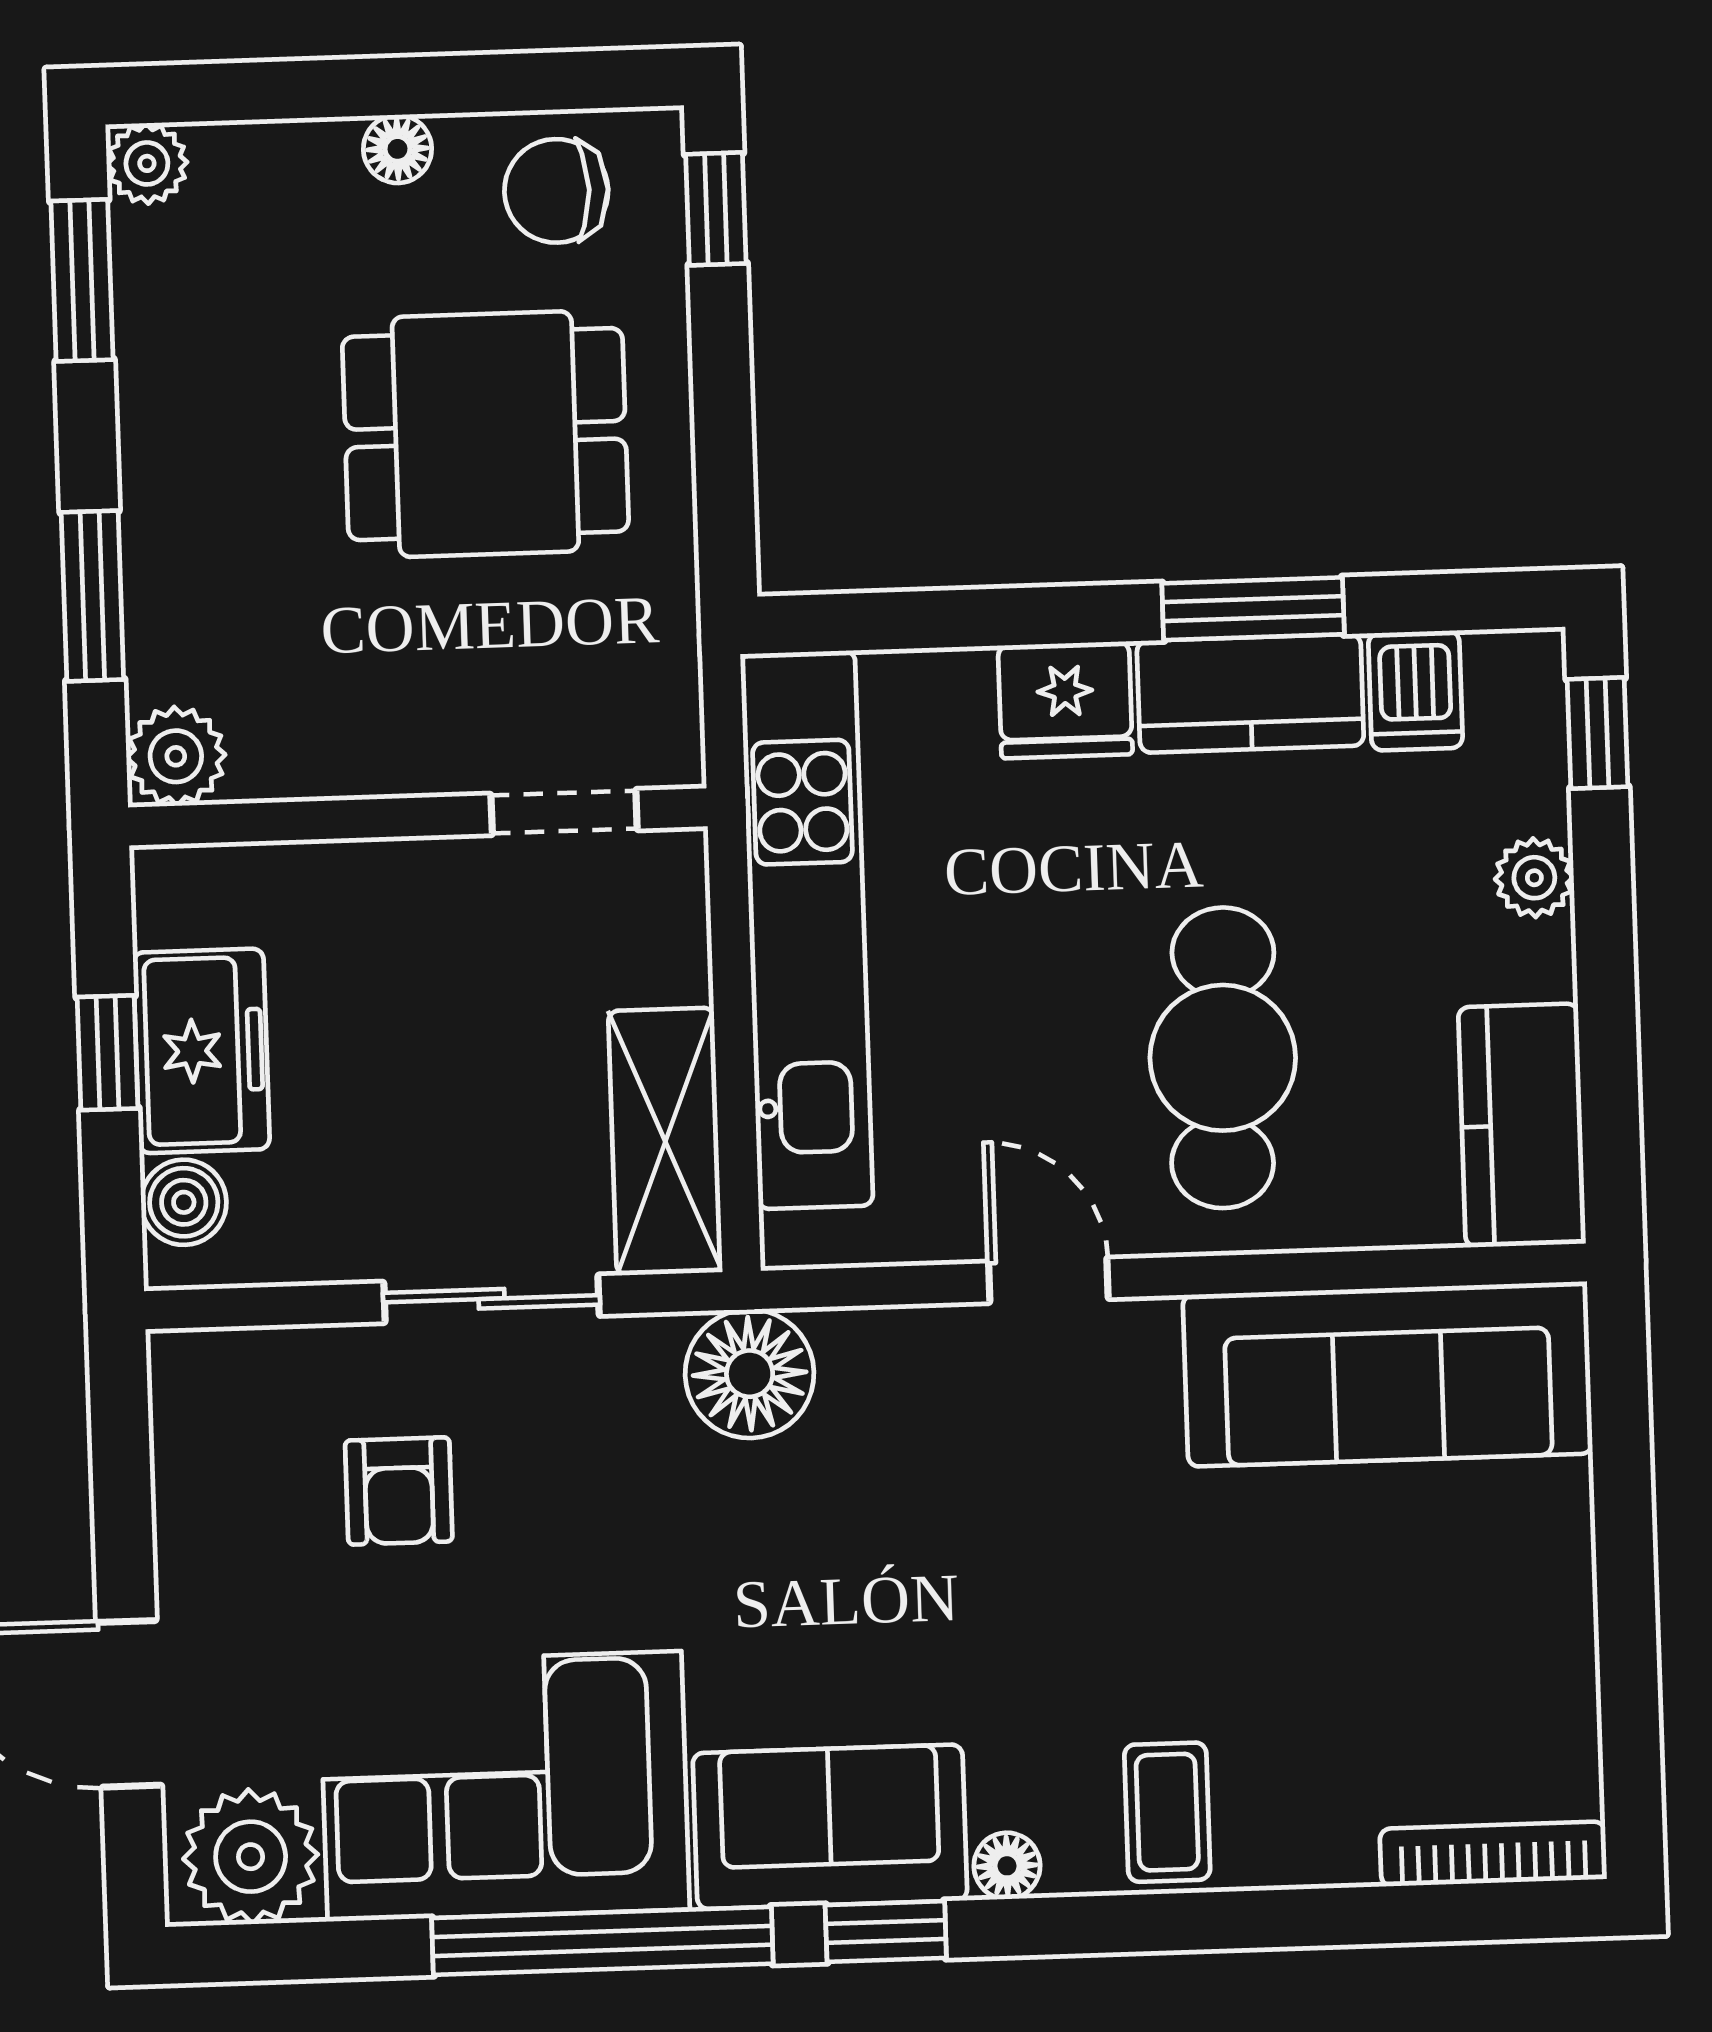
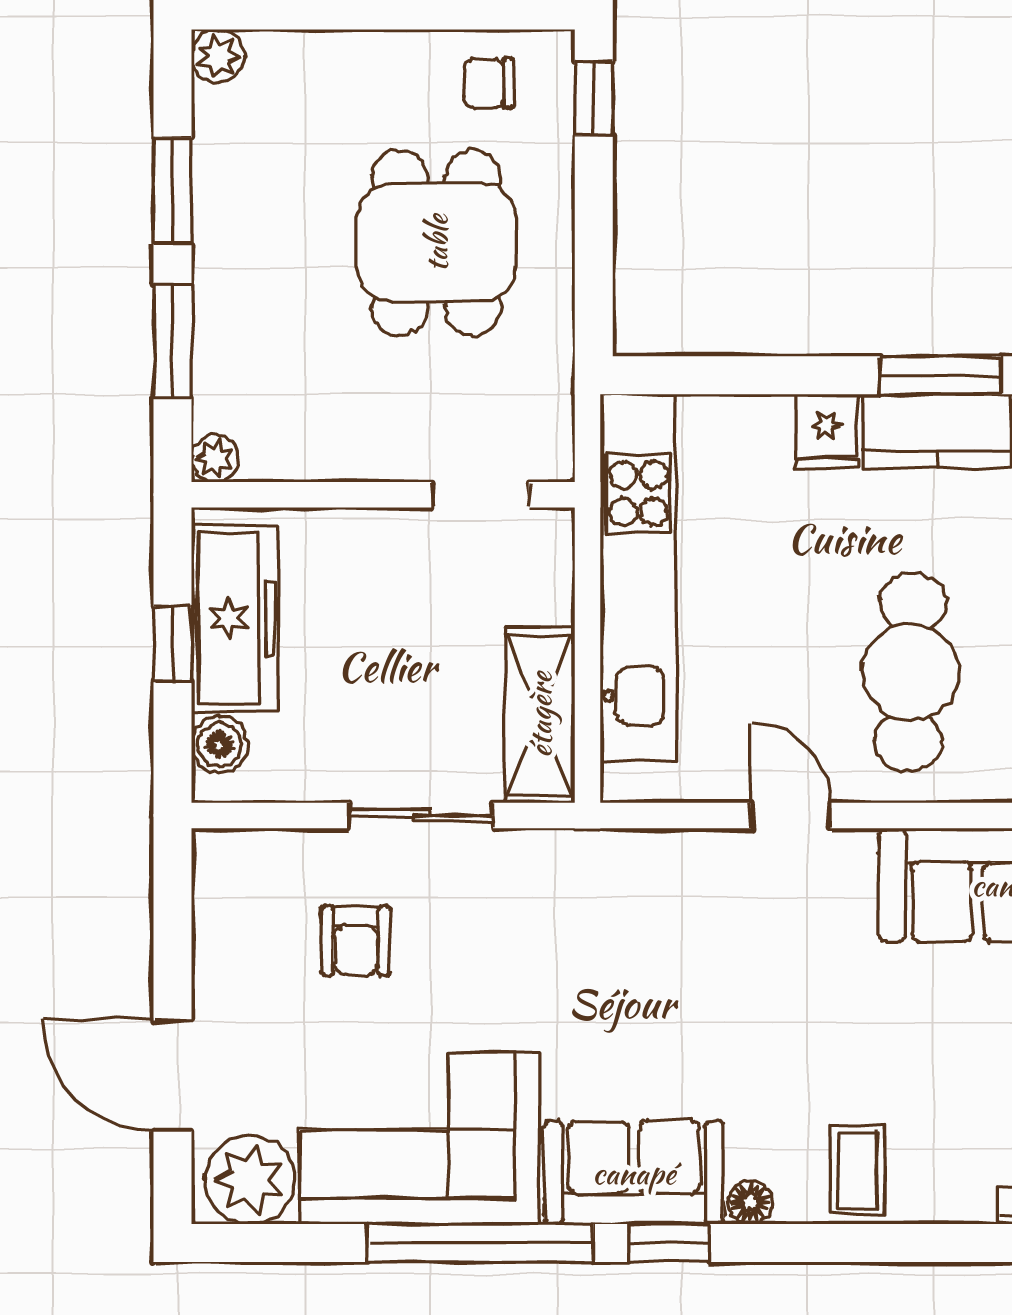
floor lamp: (397, 149) -> (384, 52), removed
chair: (556, 191) -> (489, 83), width x0.73, depth x0.73
window: (82, 280) -> (172, 191), moved
dining table: (485, 434) -> (436, 243), turned 90
fridge: (1065, 700) -> (826, 432), width x0.72
plant: (176, 756) -> (215, 458), width x0.73, depth x0.73
freezer: (201, 1051) -> (235, 618), width x1.40
floor lamp: (750, 1374) -> (591, 871), removed

